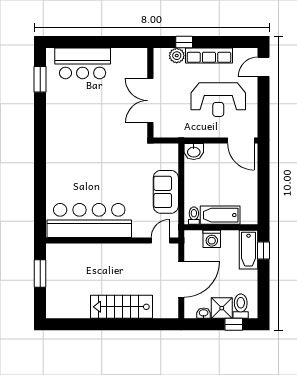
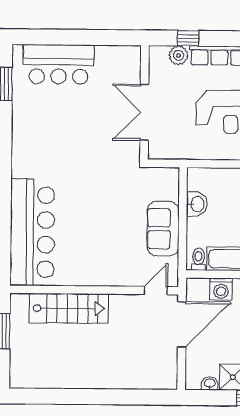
washbasin: (194, 152) -> (197, 204), moved, turned -90
bar counter: (89, 220) -> (32, 232), moved, turned 90
door: (181, 279) -> (182, 324), moved
stairs: (122, 307) -> (69, 308), moved, turned 180

